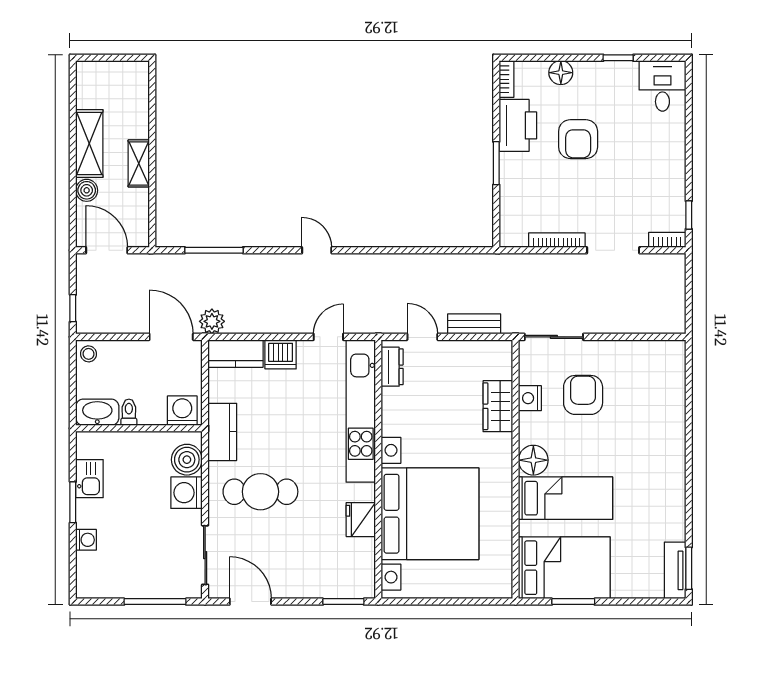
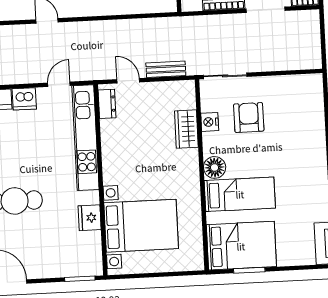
bed with nightstands: (430, 514) -> (141, 226), width x0.73

